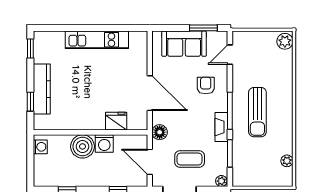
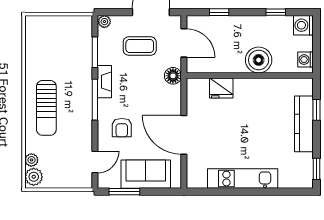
door: (150, 93) -> (184, 135), moved
sun lounger: (257, 112) -> (46, 108), moved, turned 180
washing machine: (104, 144) -> (303, 25), moved, turned -90
plant: (287, 161) -> (31, 160), moved

